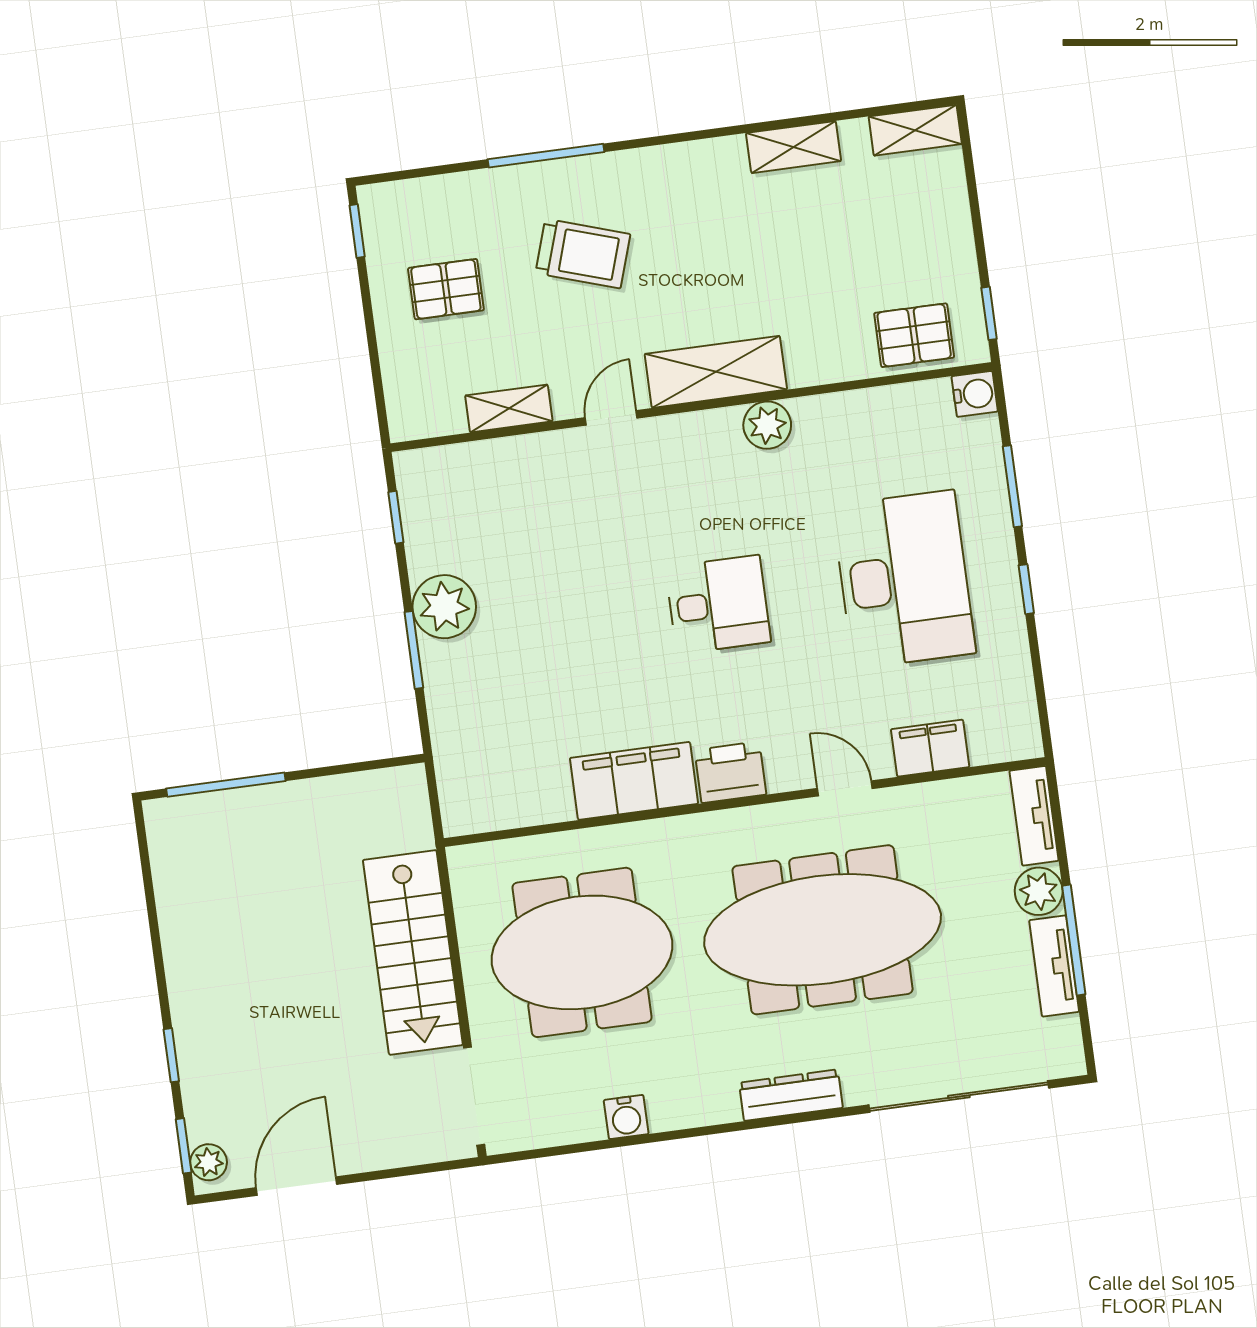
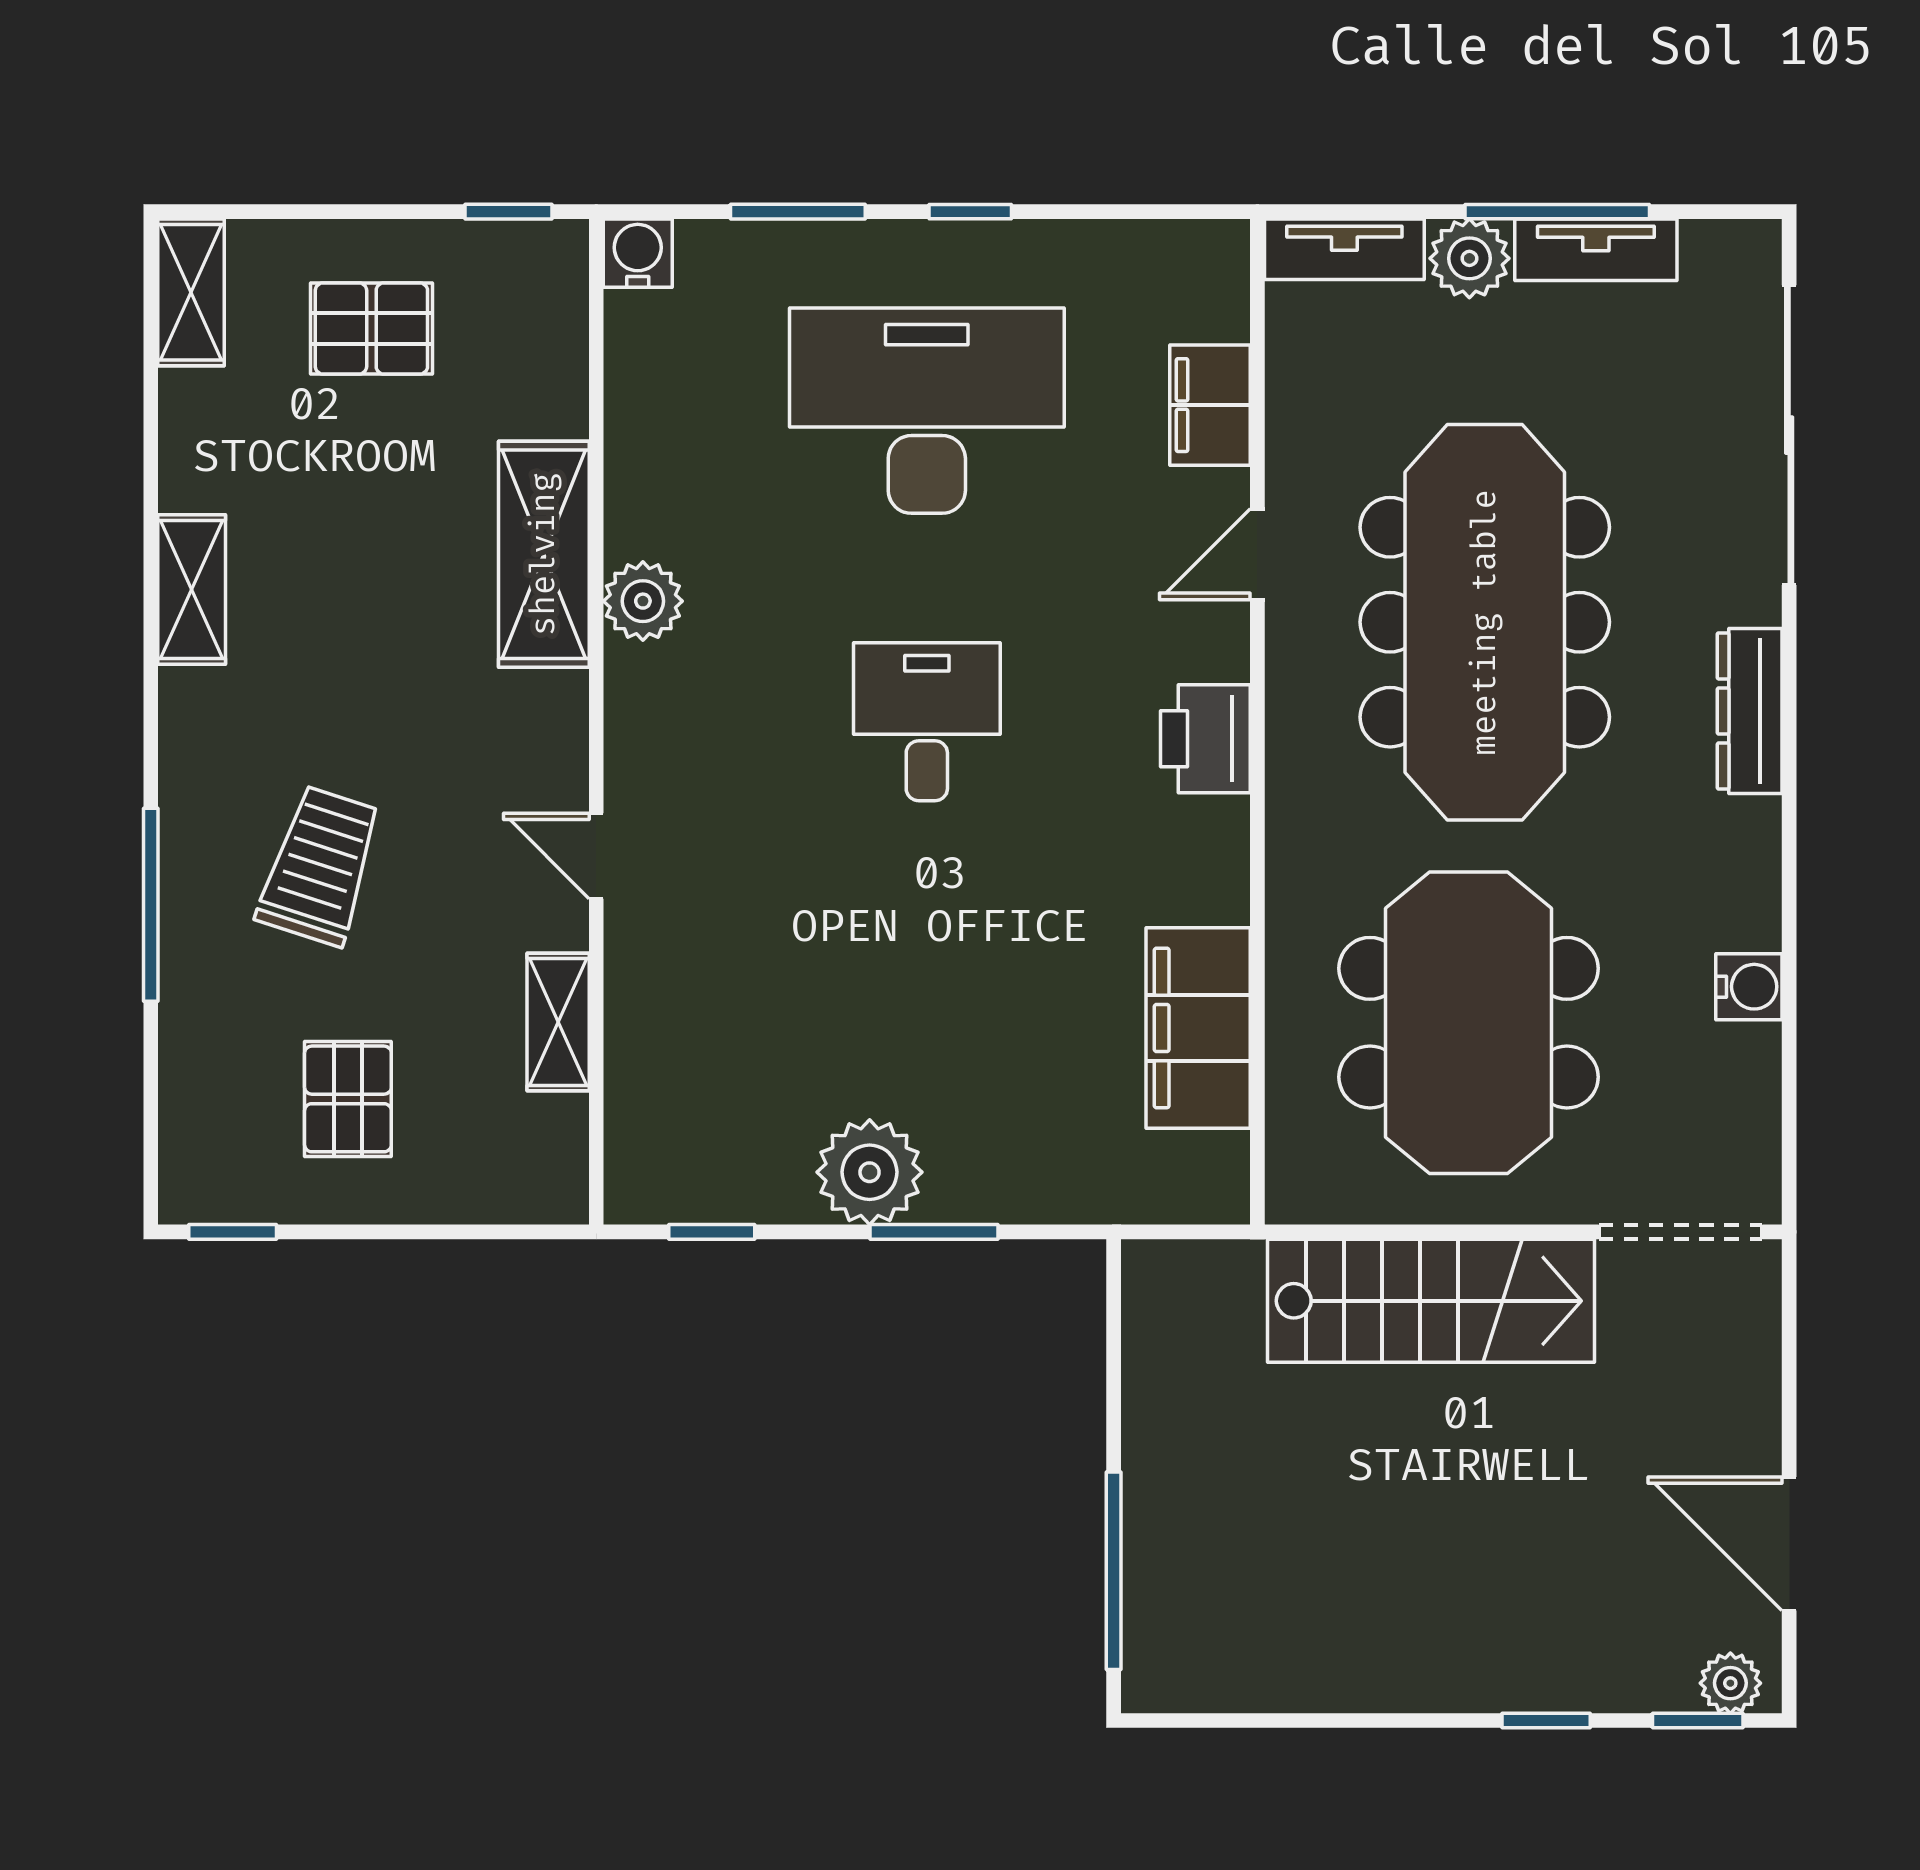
shelving: (794, 147) -> (192, 590), moved
pallet: (914, 335) -> (371, 329), moved, turned 90
shelving: (716, 372) -> (544, 554), moved
filing cabinet: (634, 781) -> (1198, 1028), moved

